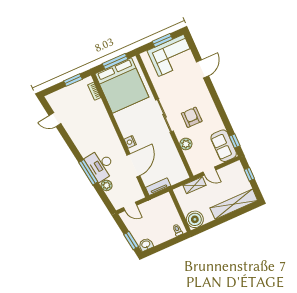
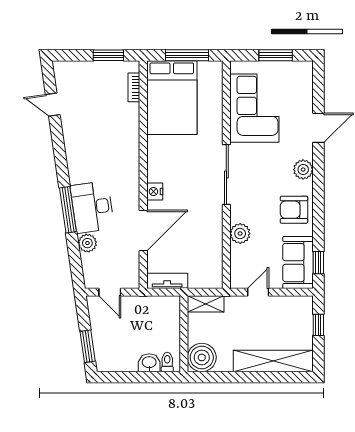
corner sofa: (171, 55) -> (254, 108), moved, turned -90
bed: (122, 85) -> (172, 98), width x0.73
plant: (204, 95) -> (303, 170), added
armchair: (192, 117) -> (294, 210), moved, turned -90
door: (209, 171) -> (258, 292), swing flipped
shelving: (195, 185) -> (206, 304), moved
washbasin: (146, 245) -> (149, 363), moved

